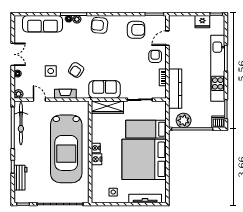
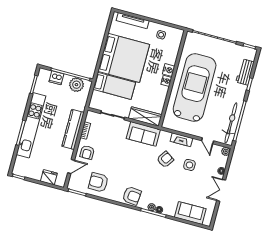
fridge: (202, 22) -> (49, 177), moved
sofa: (42, 24) -> (190, 213), width x0.73
kitchen counter: (175, 89) -> (73, 129), moved
dishwasher: (218, 122) -> (56, 78), moved

